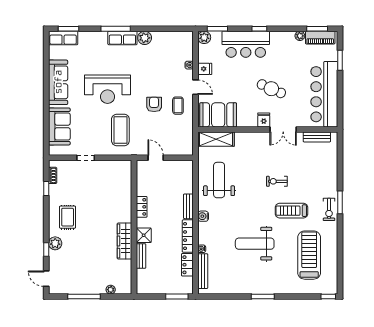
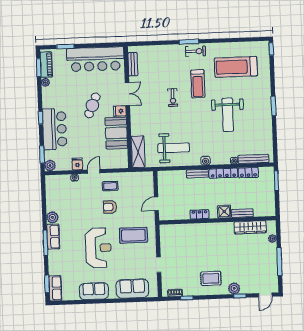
sofa: (58, 82) -> (94, 291), width x0.73
booth: (218, 115) -> (116, 133), moved
weight bench: (219, 180) -> (174, 148), turned 180
wardrobe: (124, 241) -> (250, 227), moved

